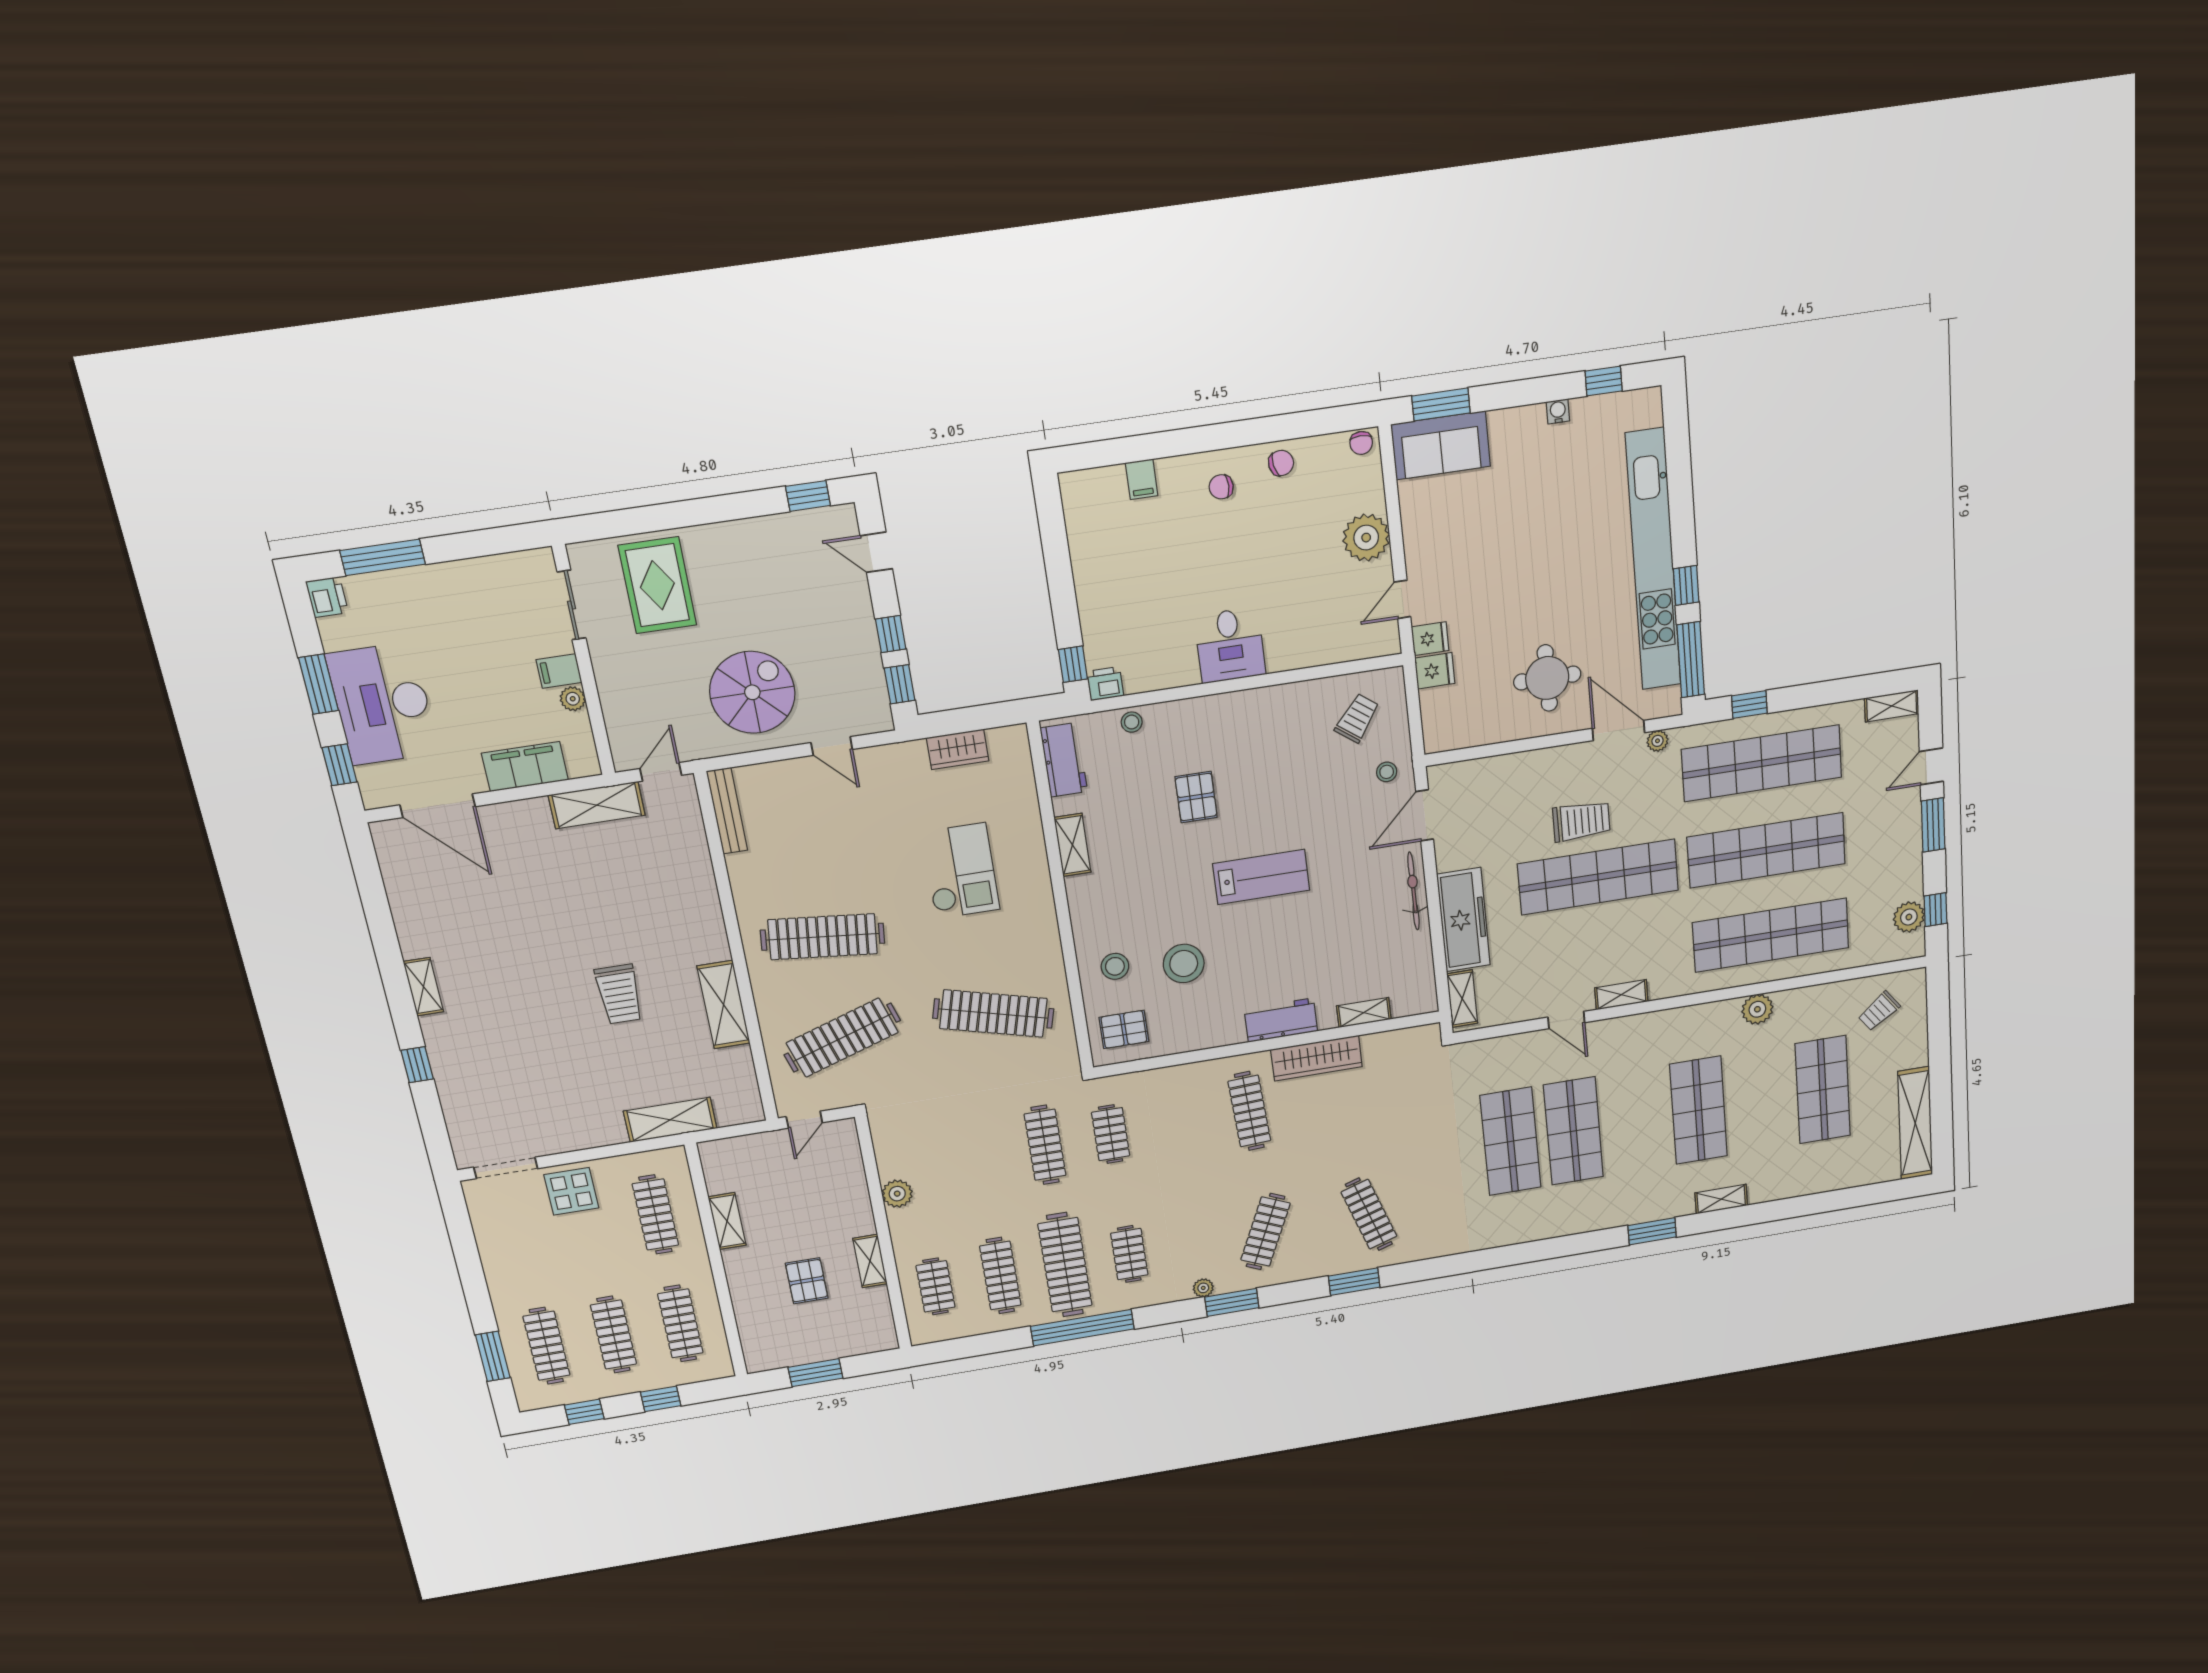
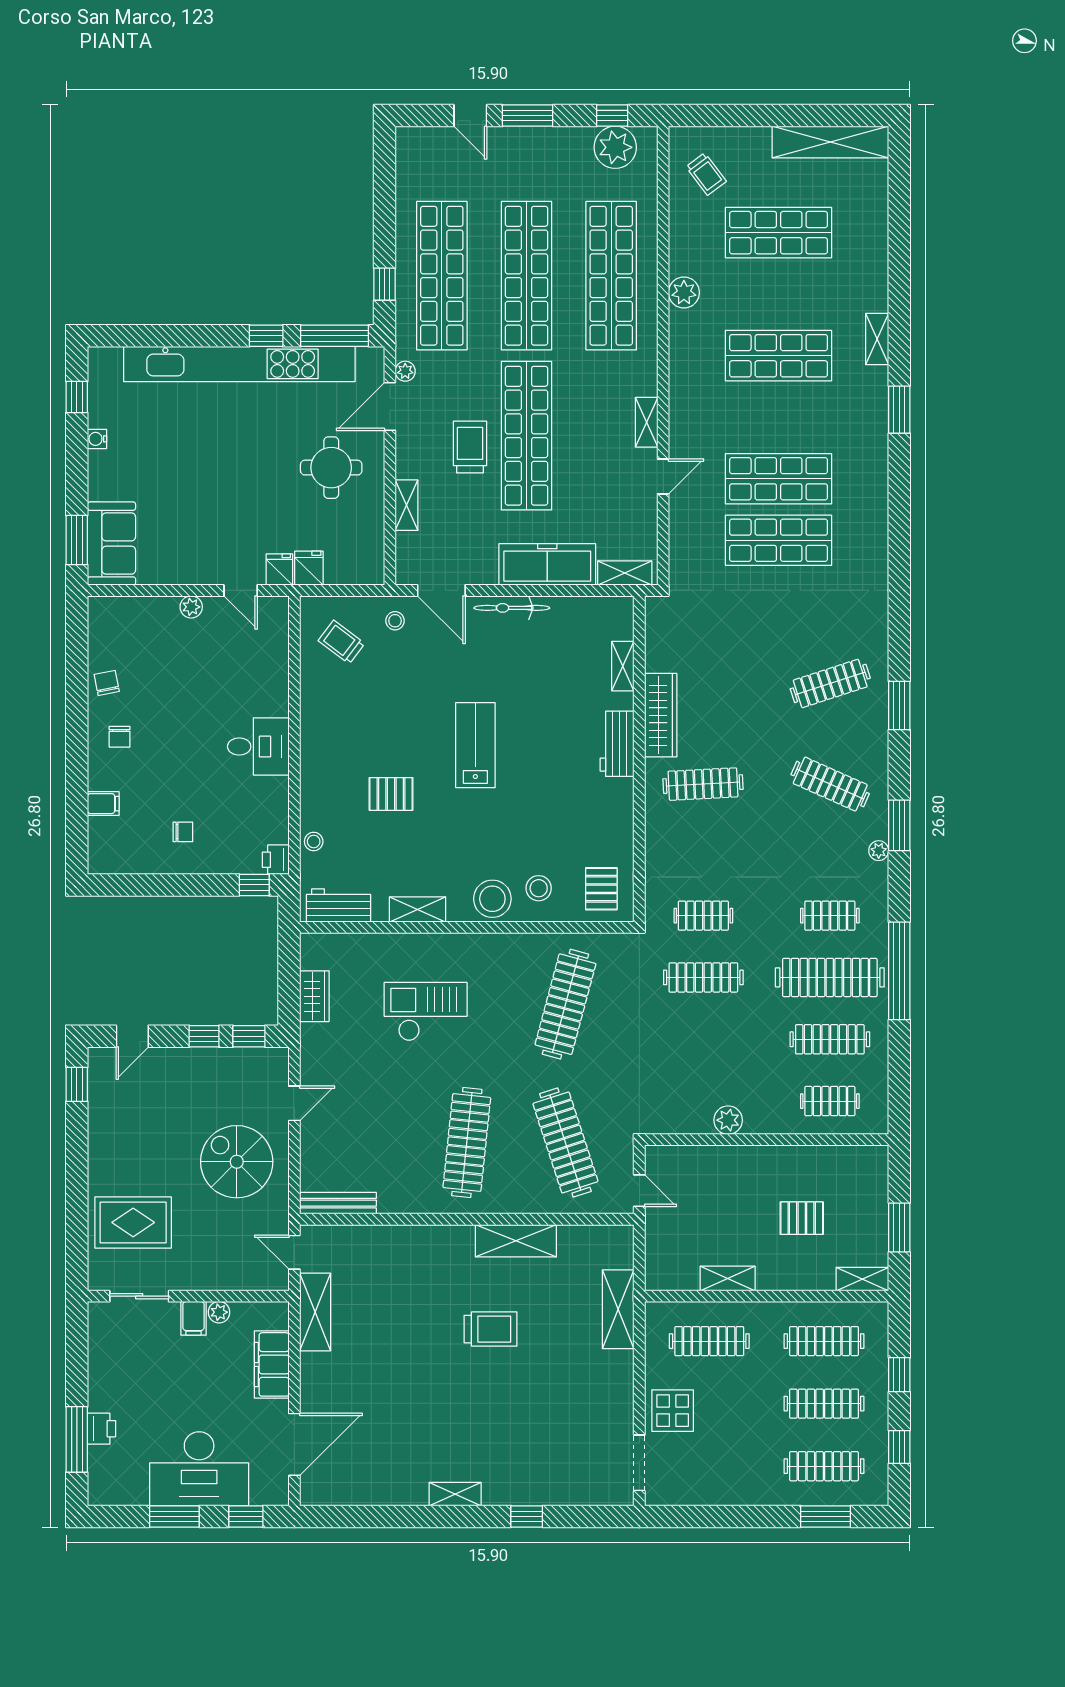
chair: (1361, 443) -> (183, 832), moved
plant: (1366, 538) -> (191, 607), width x0.53, depth x0.53
printer: (327, 597) -> (102, 1429), moved, turned 90
shelving: (1892, 706) -> (407, 505), moved
plant: (1909, 917) -> (615, 147), width x1.36, depth x1.36
stool: (1184, 964) -> (492, 899), moved
shelving: (870, 1261) -> (862, 1279), moved

